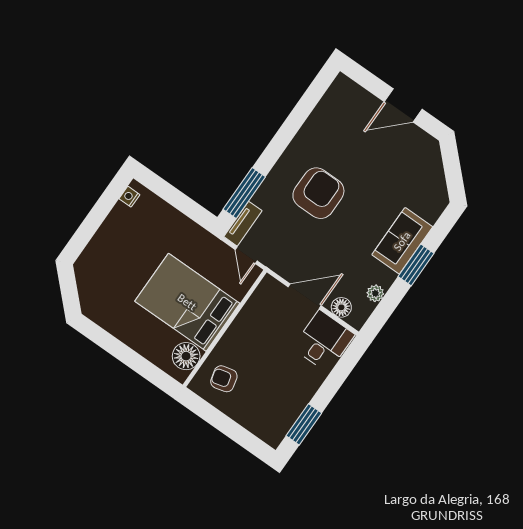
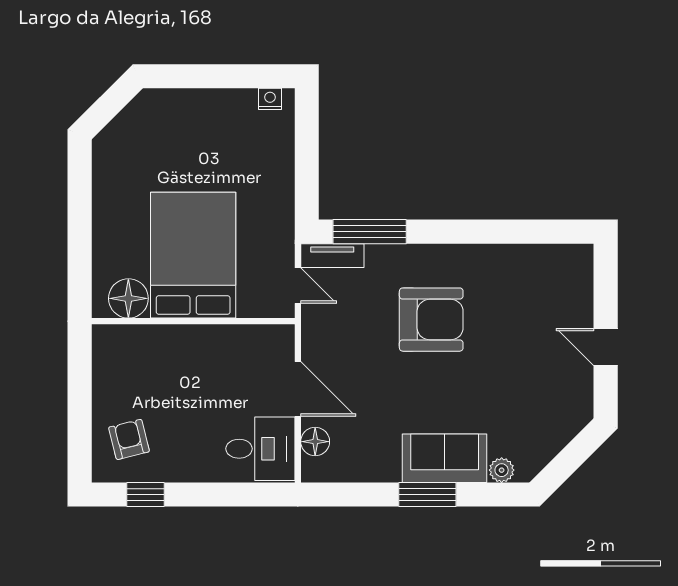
door: (403, 105) -> (606, 347), width x0.73
door: (246, 255) -> (298, 286), swing flipped
plant: (375, 293) -> (502, 470), moved
armchair: (224, 379) -> (129, 439), moved
window: (304, 424) -> (146, 495), width x0.67

